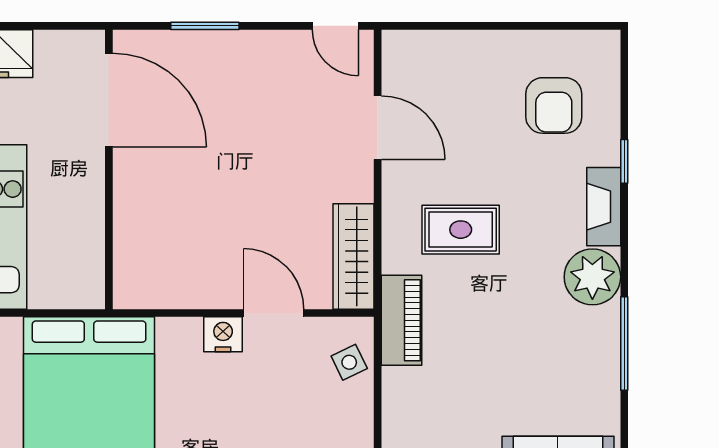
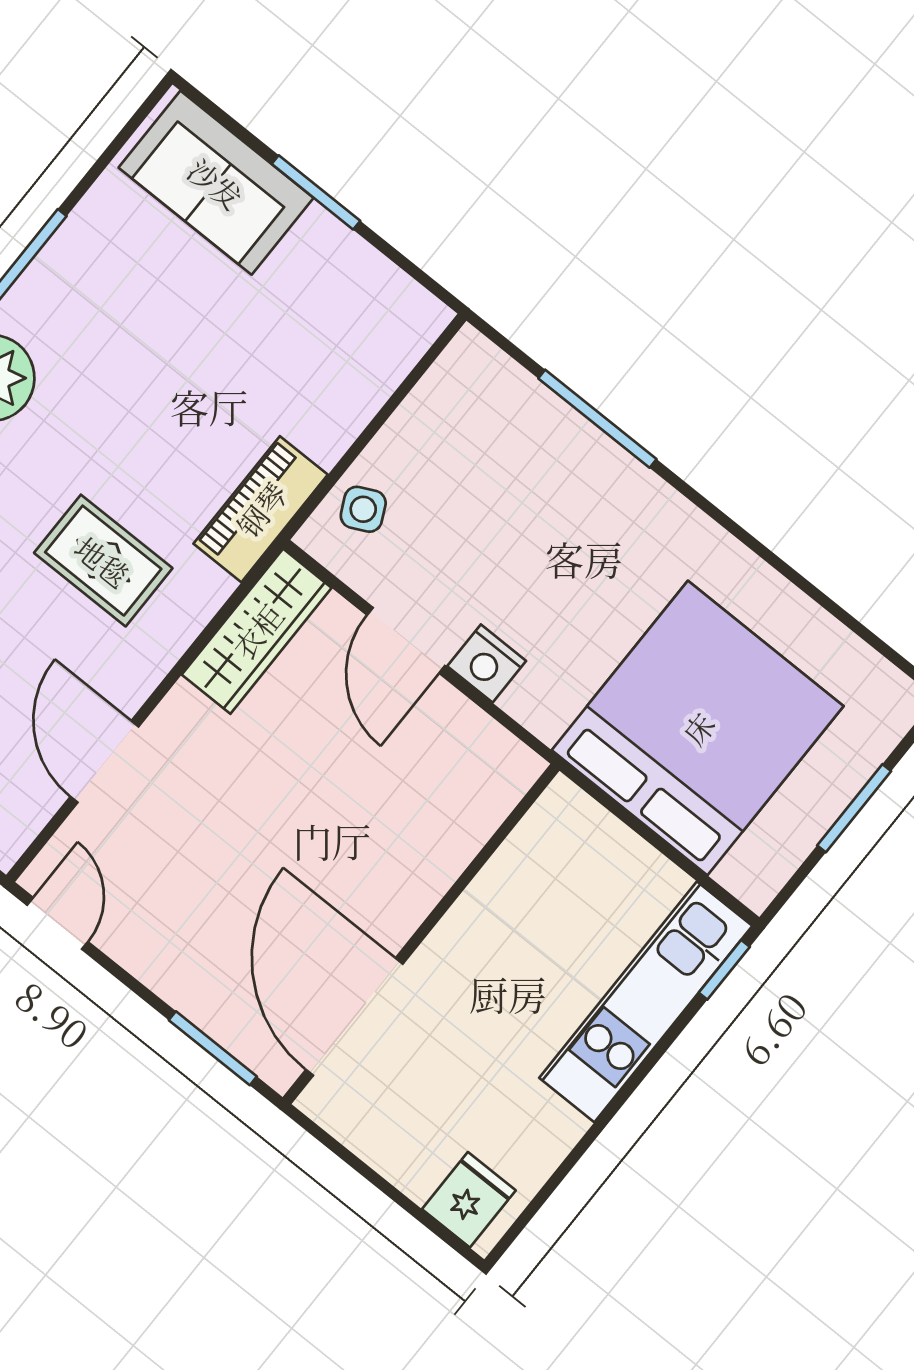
door: (109, 100) -> (354, 1017), moved
wall: (109, 169) -> (421, 934), moved

